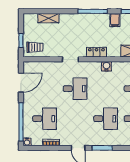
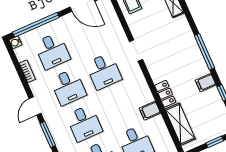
locker: (96, 52) -> (165, 94), moved
water cooler: (106, 66) -> (147, 97), removed
filing cabinet: (117, 68) -> (150, 111), added
desk: (75, 119) -> (68, 87), added

